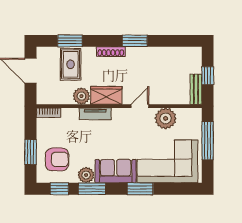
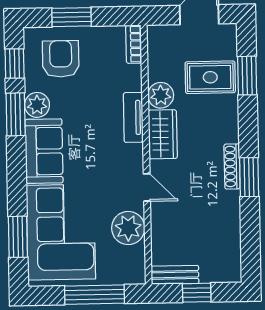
shoe rack: (111, 52) -> (232, 166), moved
armchair: (57, 159) -> (61, 59), turned 180
window: (140, 189) -> (18, 237), moved

